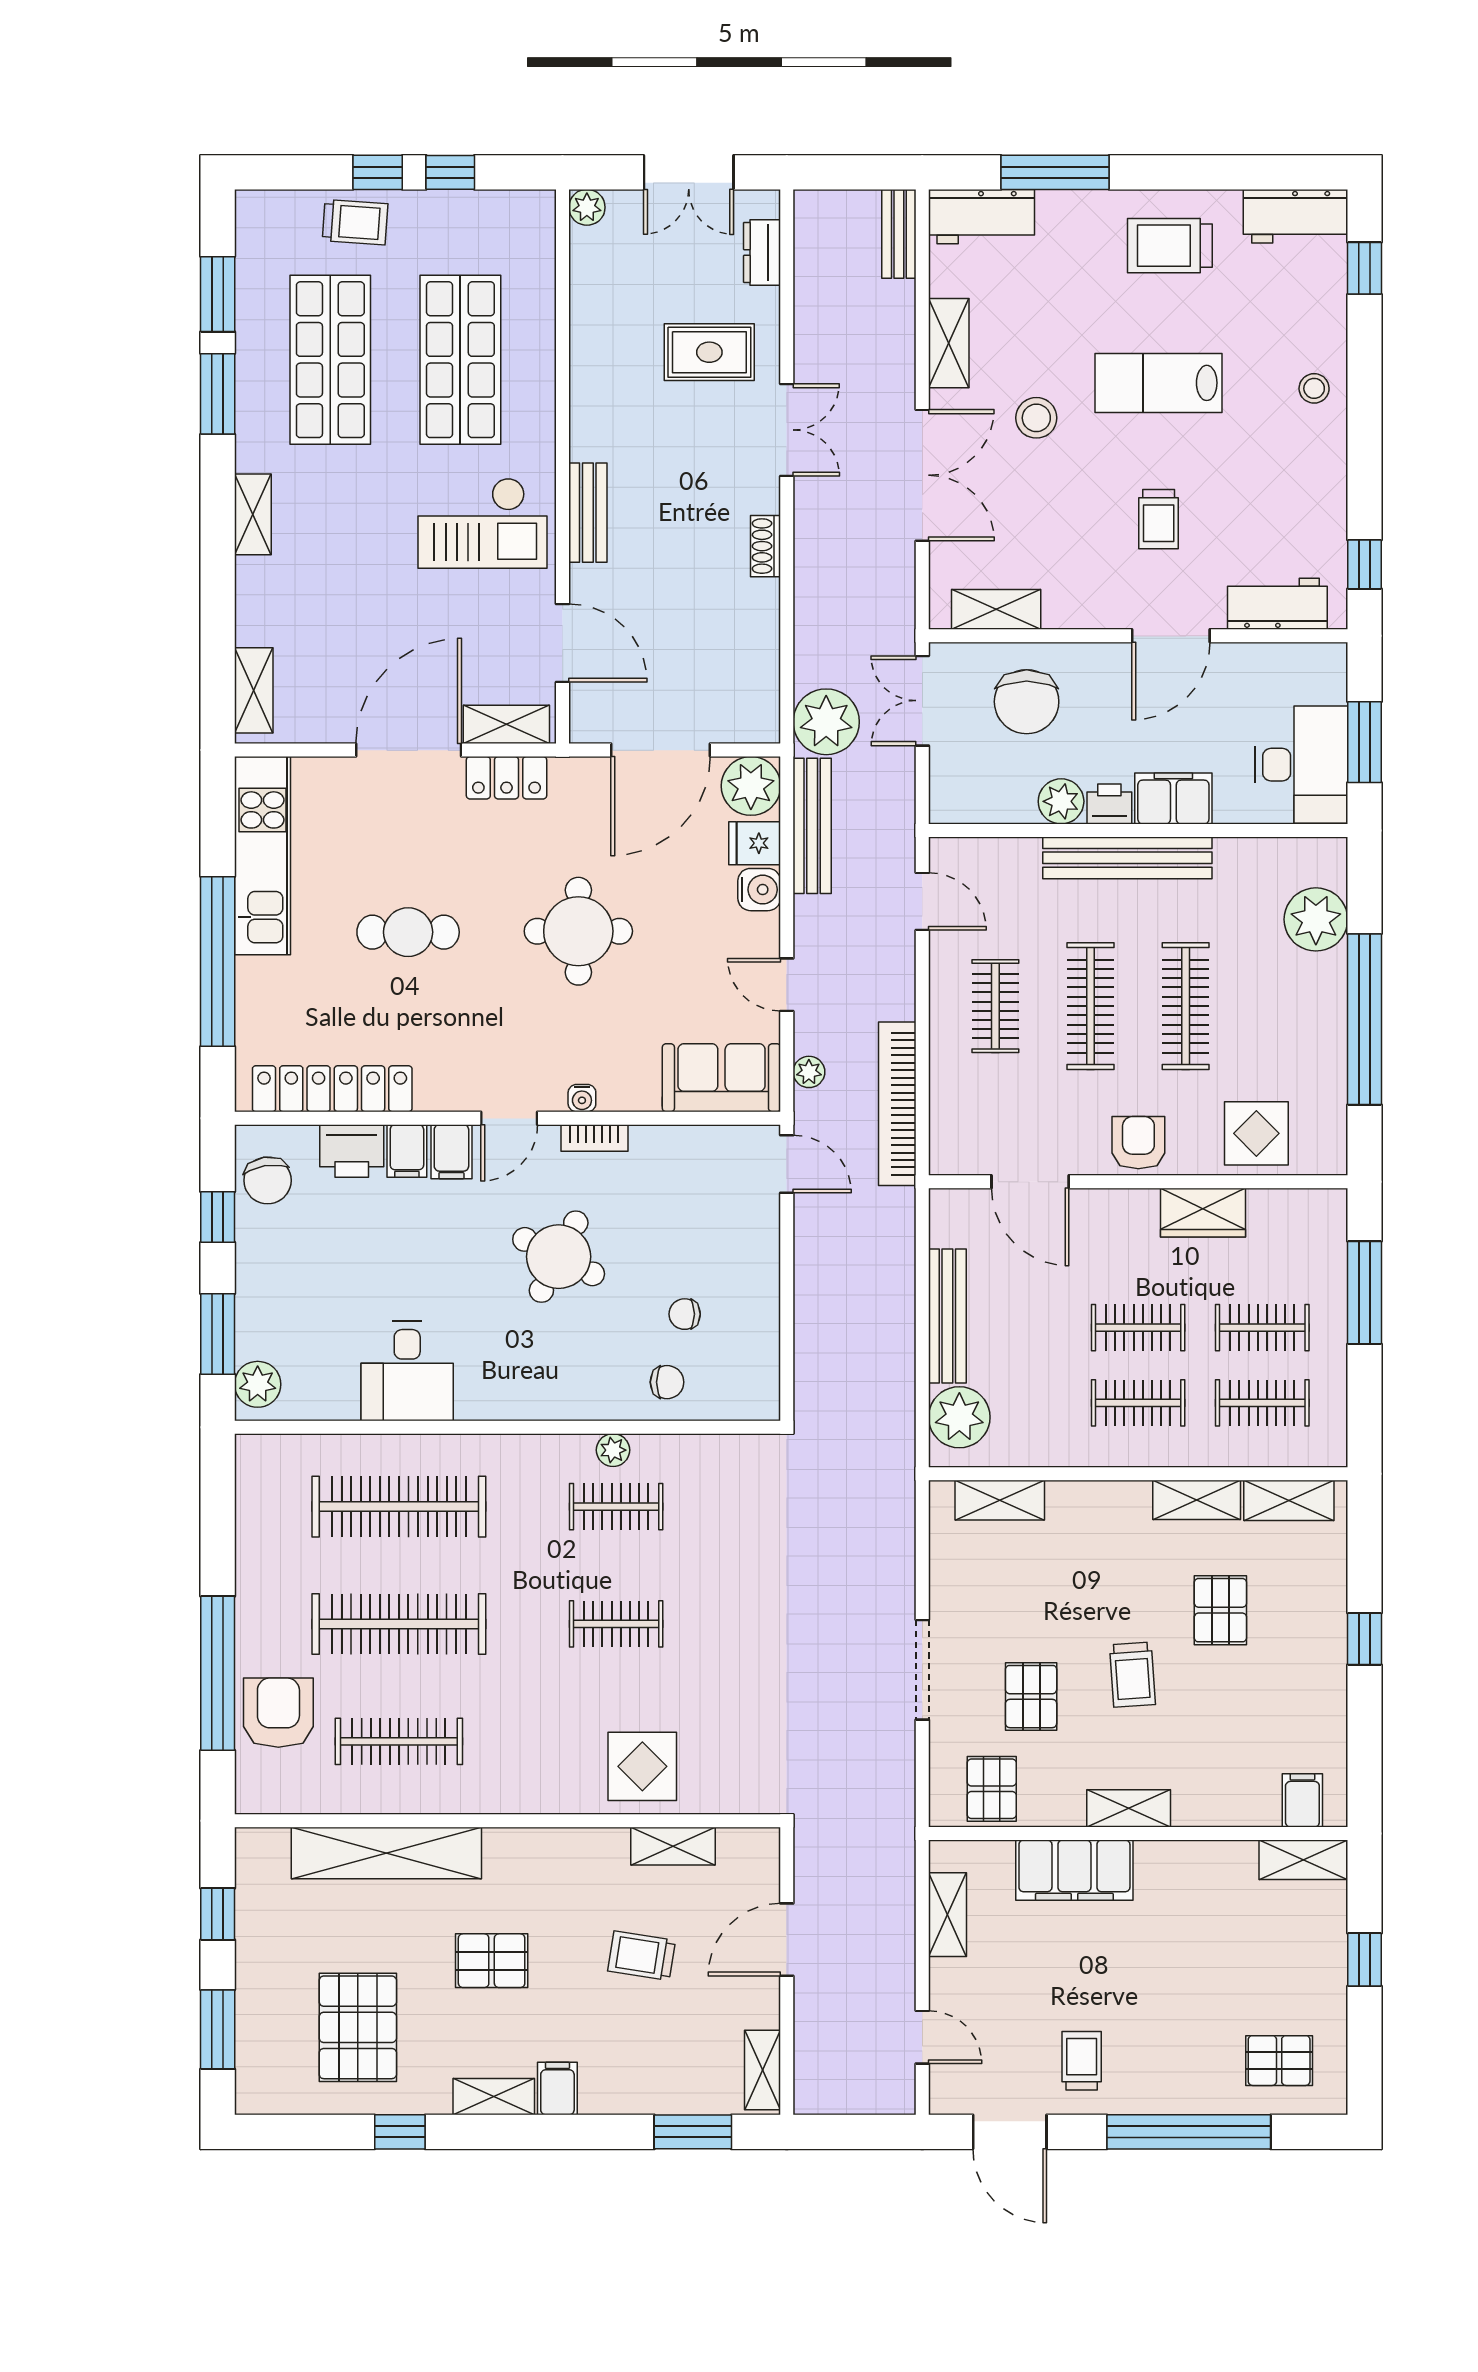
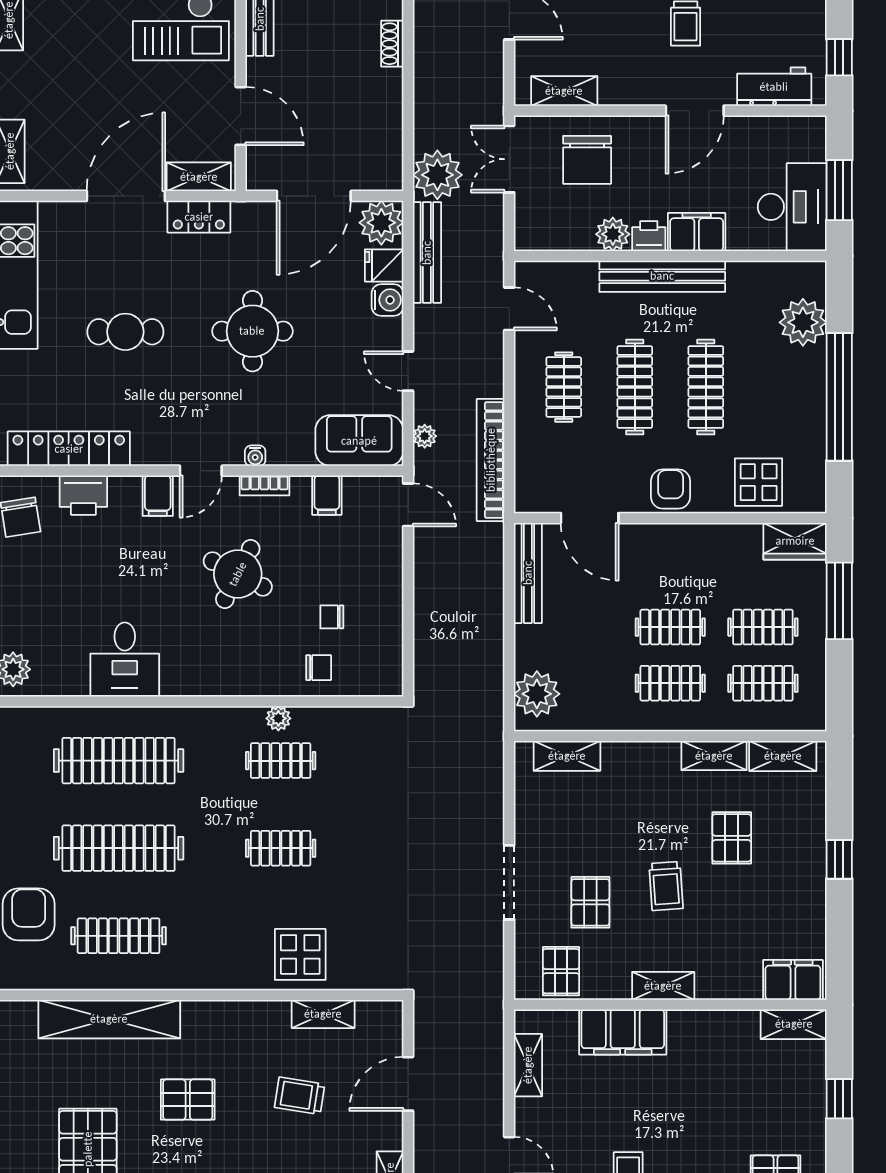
filing cabinet: (407, 1151) -> (327, 495), moved
wardrobe: (1203, 1213) -> (795, 541), moved
bench: (947, 1316) -> (528, 573), moved
filing cabinet: (1302, 1800) -> (793, 980), width x2.00

